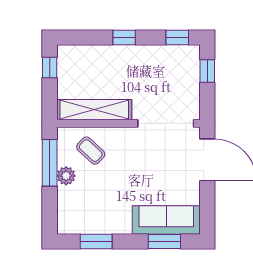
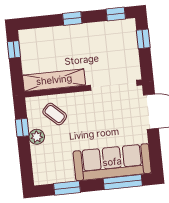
window: (50, 163) -> (22, 128), width x0.46
sofa: (166, 220) -> (112, 162), width x1.36, depth x1.27
window: (164, 242) -> (123, 182), width x1.44

